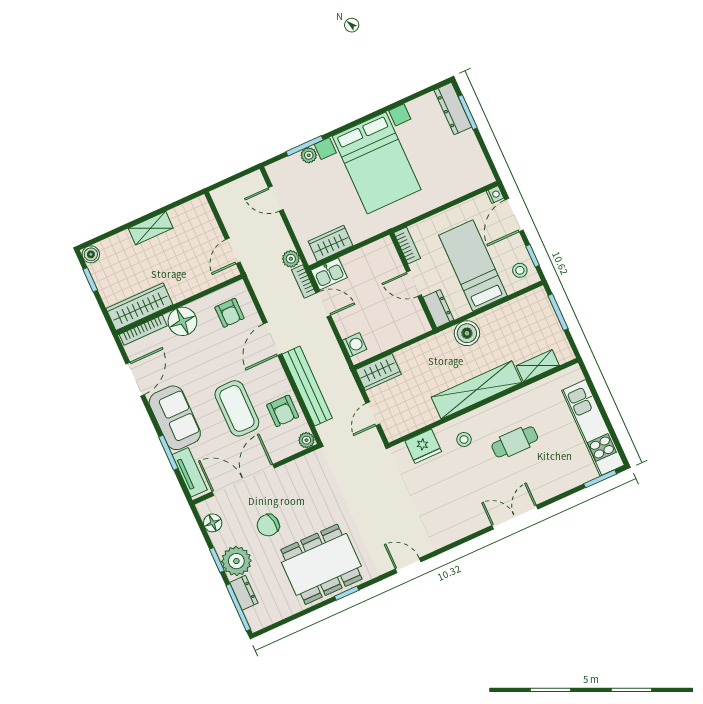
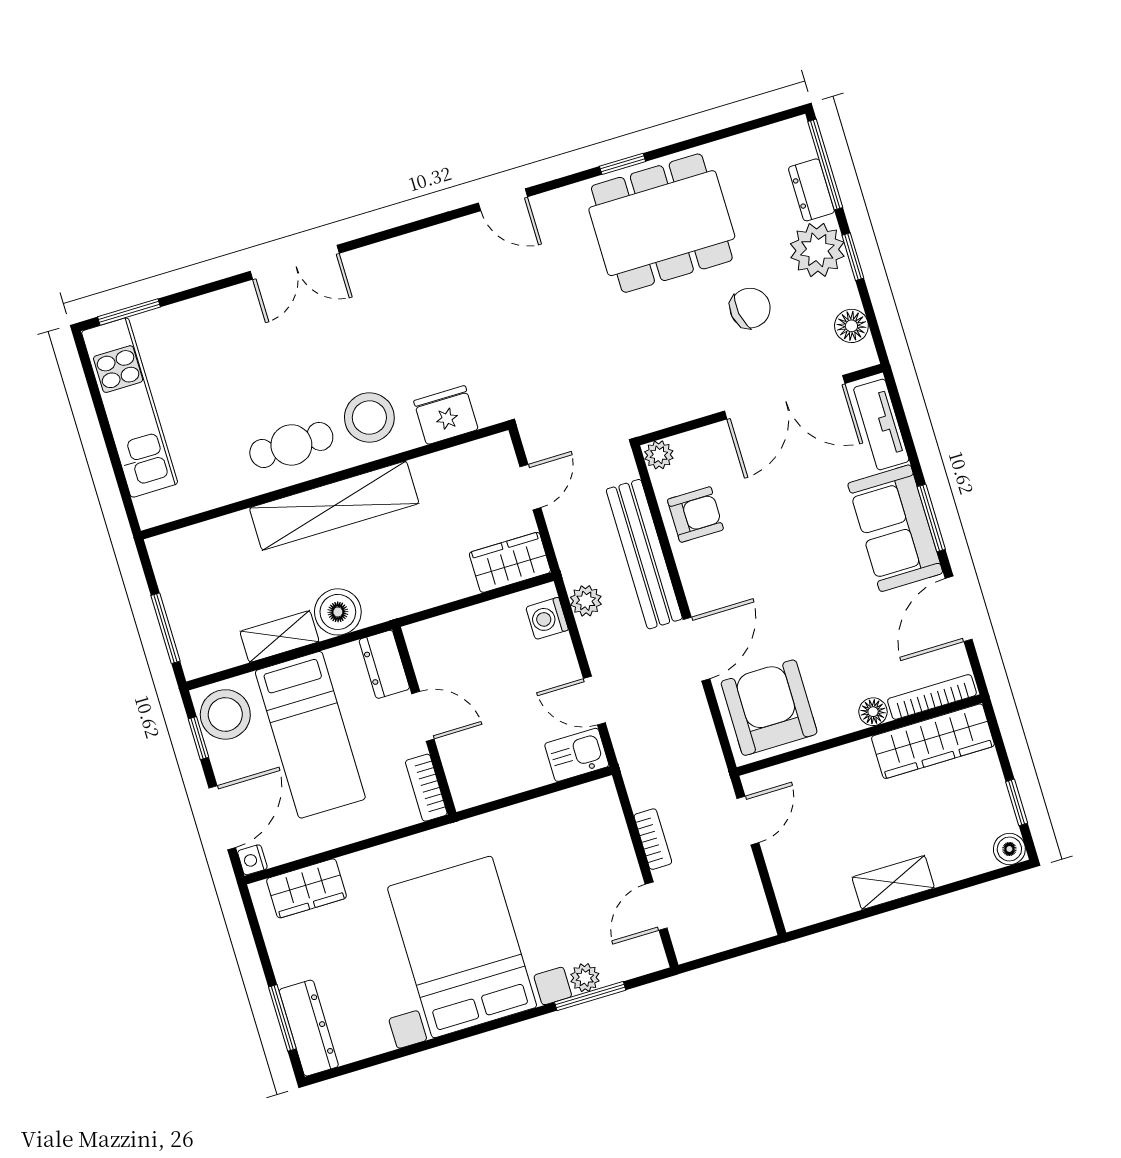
door: (276, 199) -> (656, 906), swing flipped
wardrobe: (330, 243) -> (306, 888), moved
plant: (291, 259) -> (586, 601), moved
stool: (520, 270) -> (225, 714), width x1.89, depth x1.89
bookcase: (304, 281) -> (653, 839), moved
armchair: (229, 313) -> (769, 708), width x1.88, depth x1.88
floor lamp: (182, 321) -> (873, 712), width x0.53, depth x0.53
shelving: (538, 366) -> (280, 637), moved
coffee table: (237, 408) -> (779, 530), removed
armchair: (283, 411) -> (695, 515), turned 90
stool: (464, 439) -> (369, 418), width x1.89, depth x1.89
cafe table: (515, 442) -> (291, 445), moved
window: (168, 453) -> (931, 518), moved

